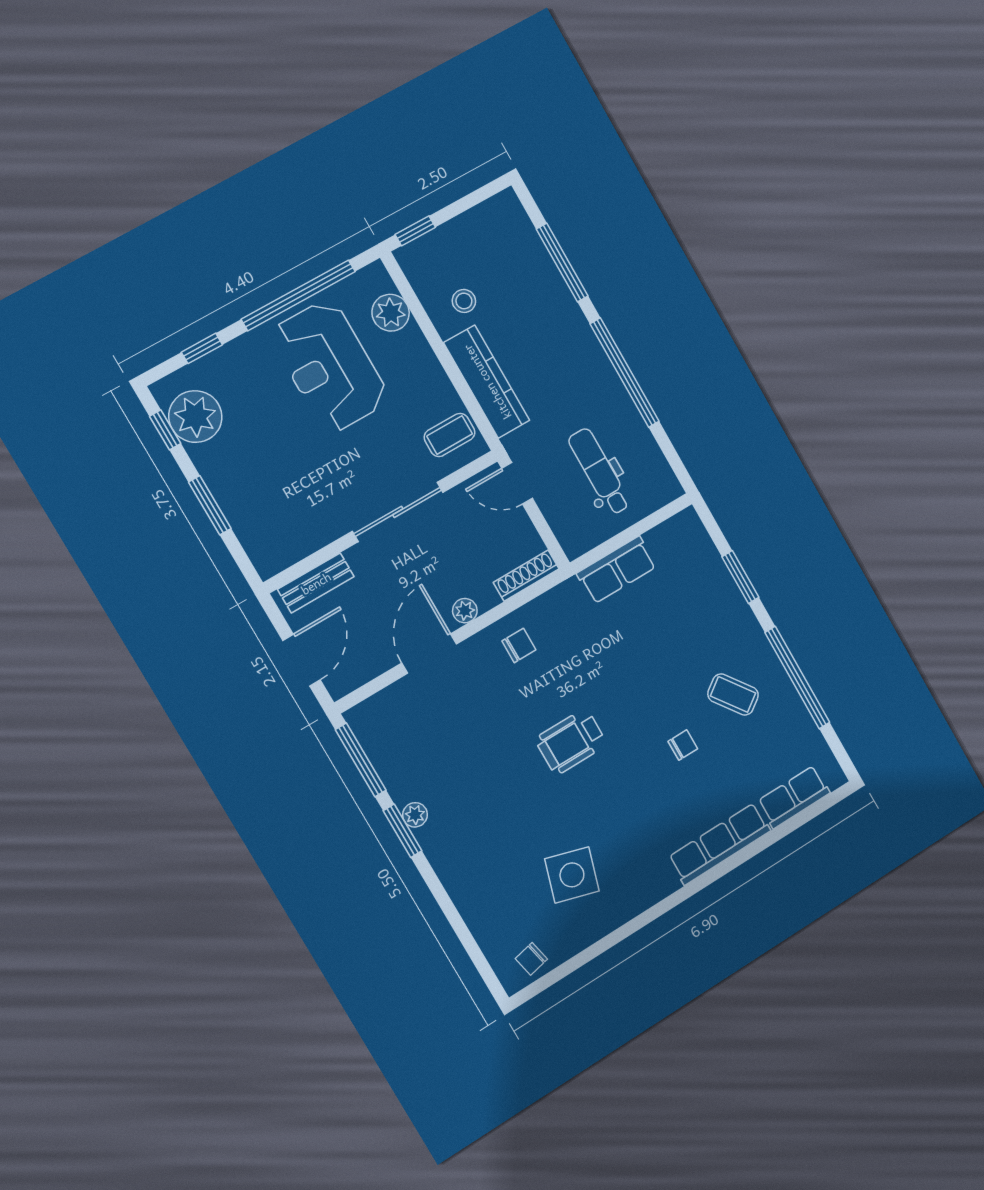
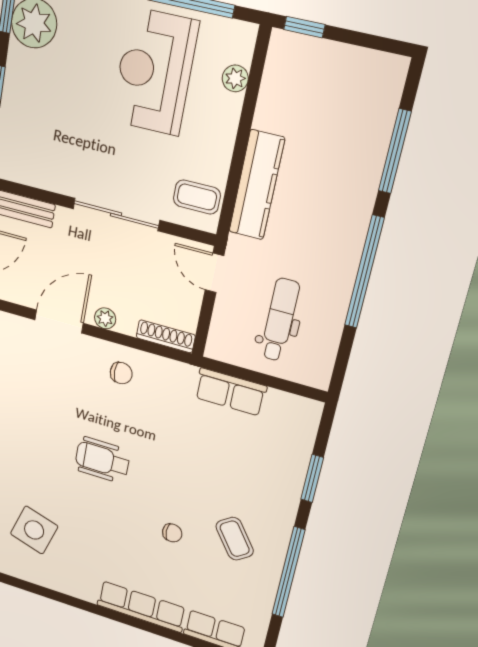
stool: (464, 301) -> (293, 113), removed
plant: (391, 313) -> (235, 78), width x0.73, depth x0.73

